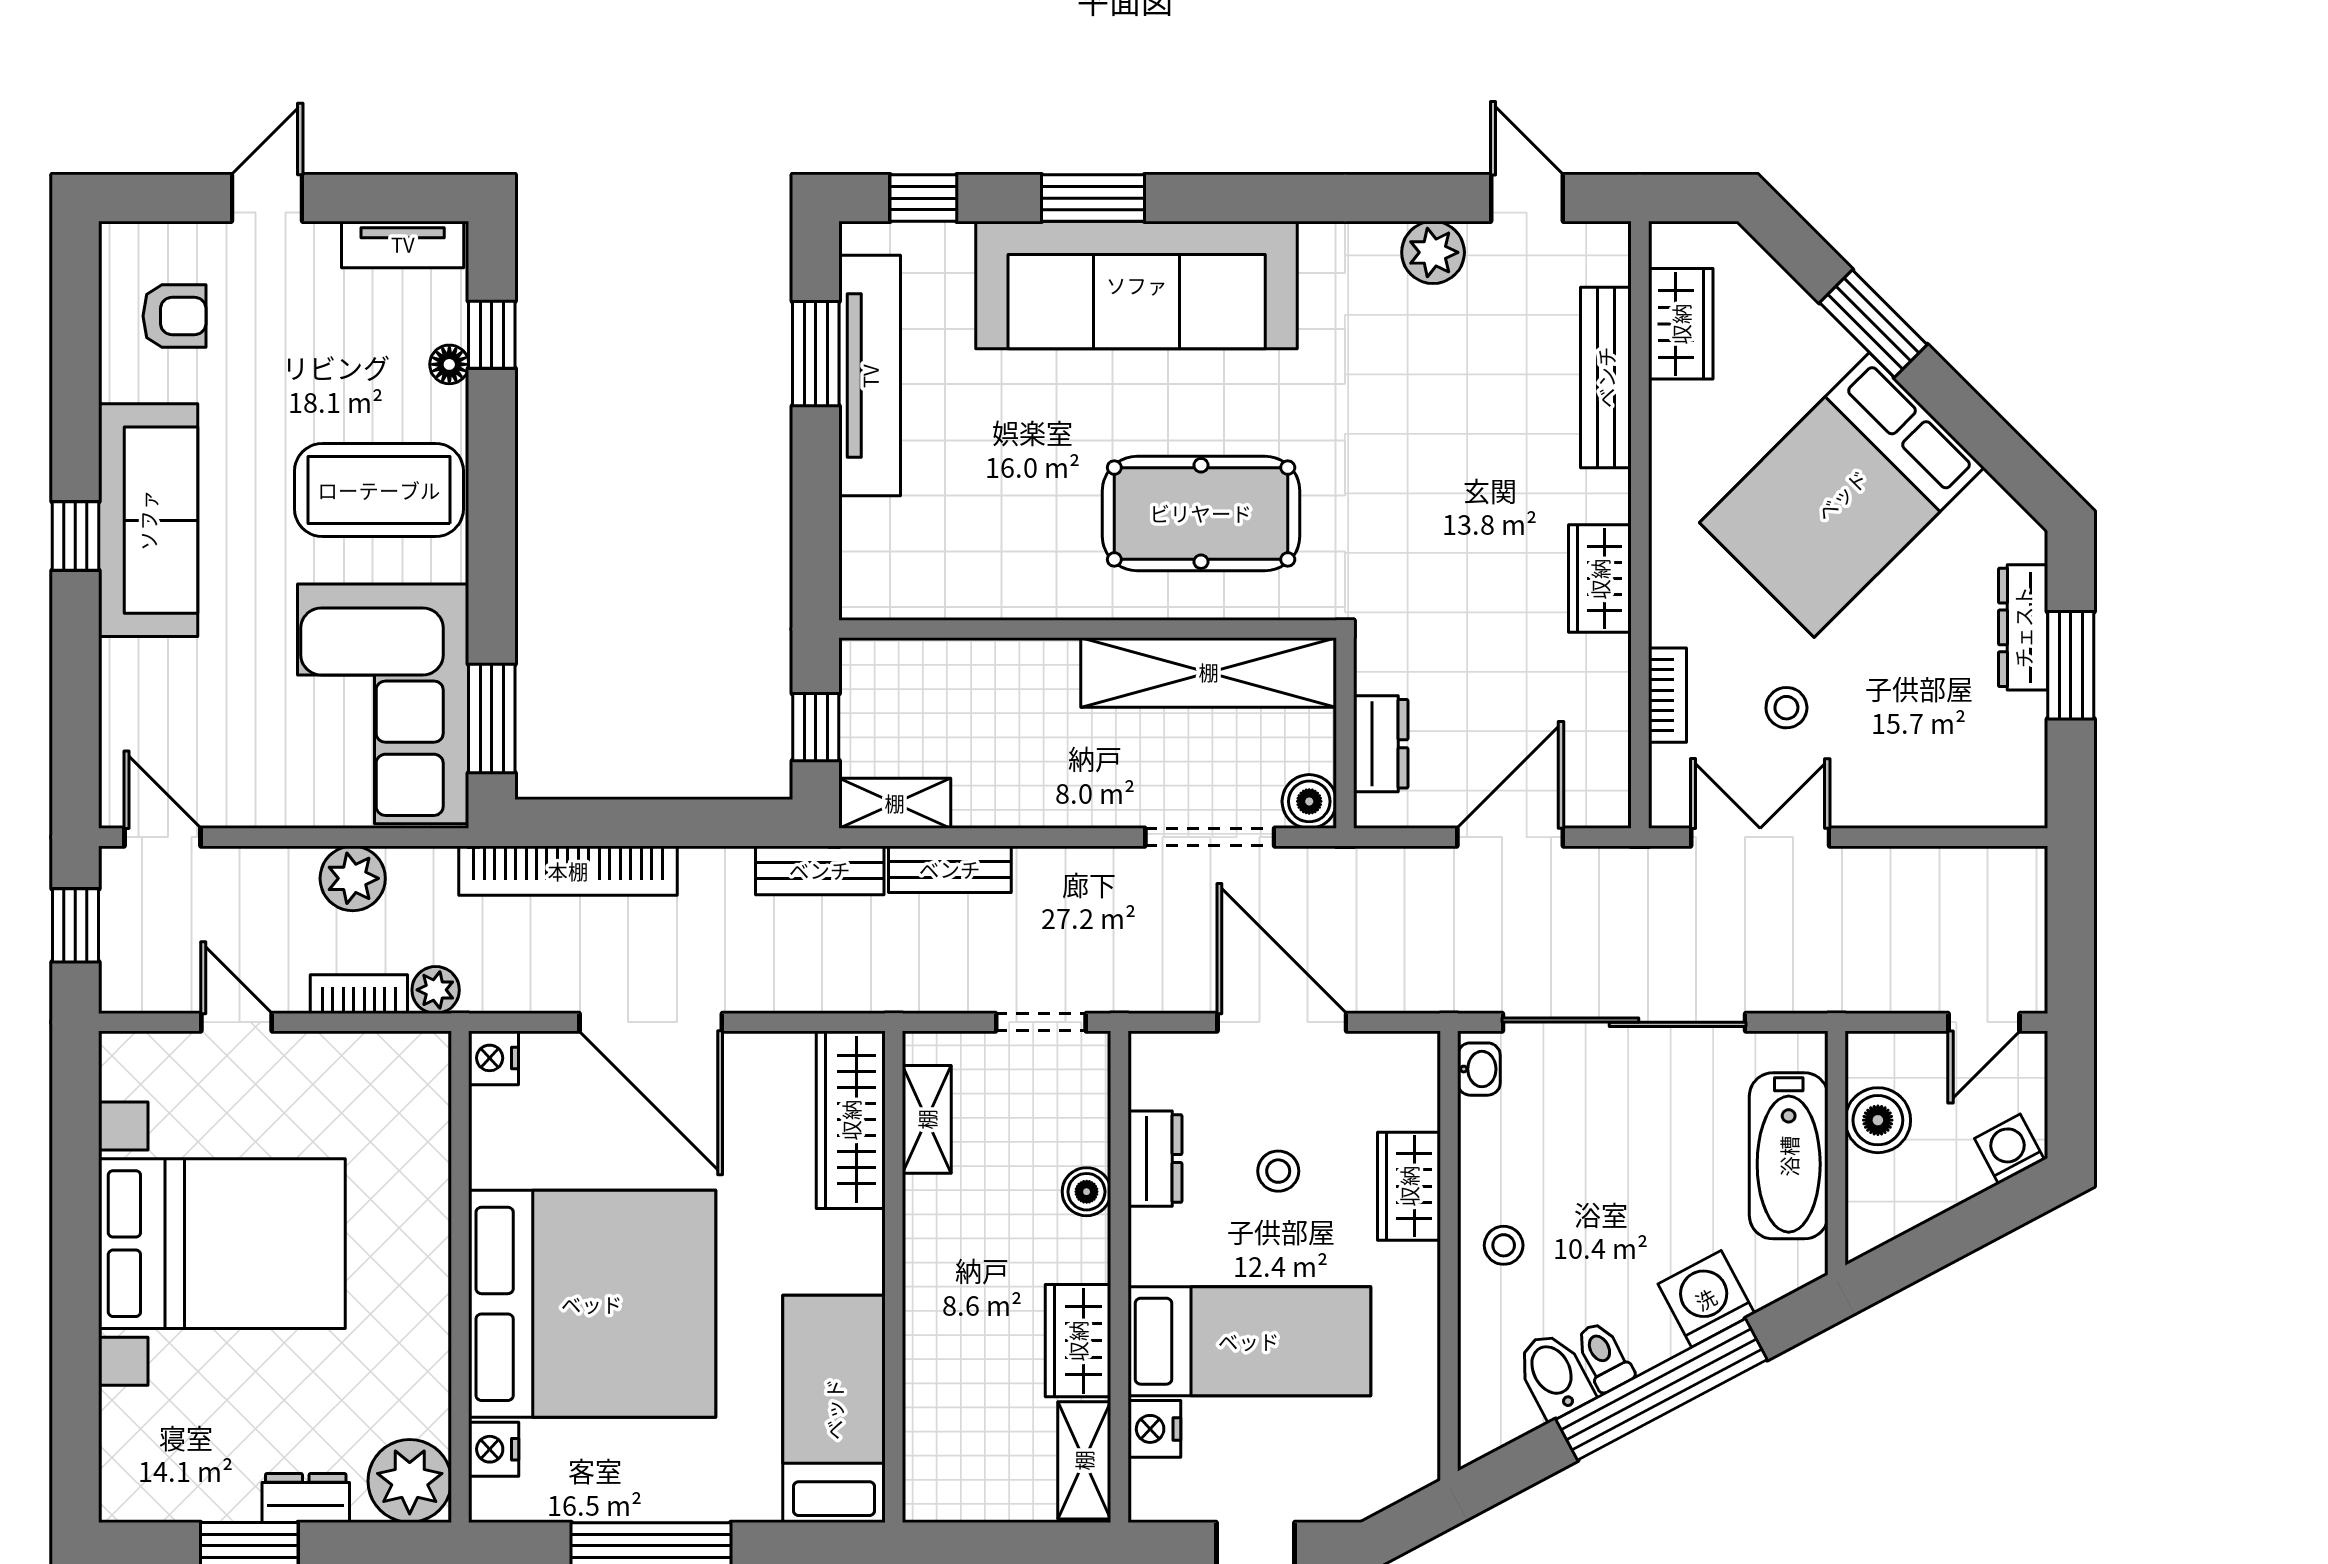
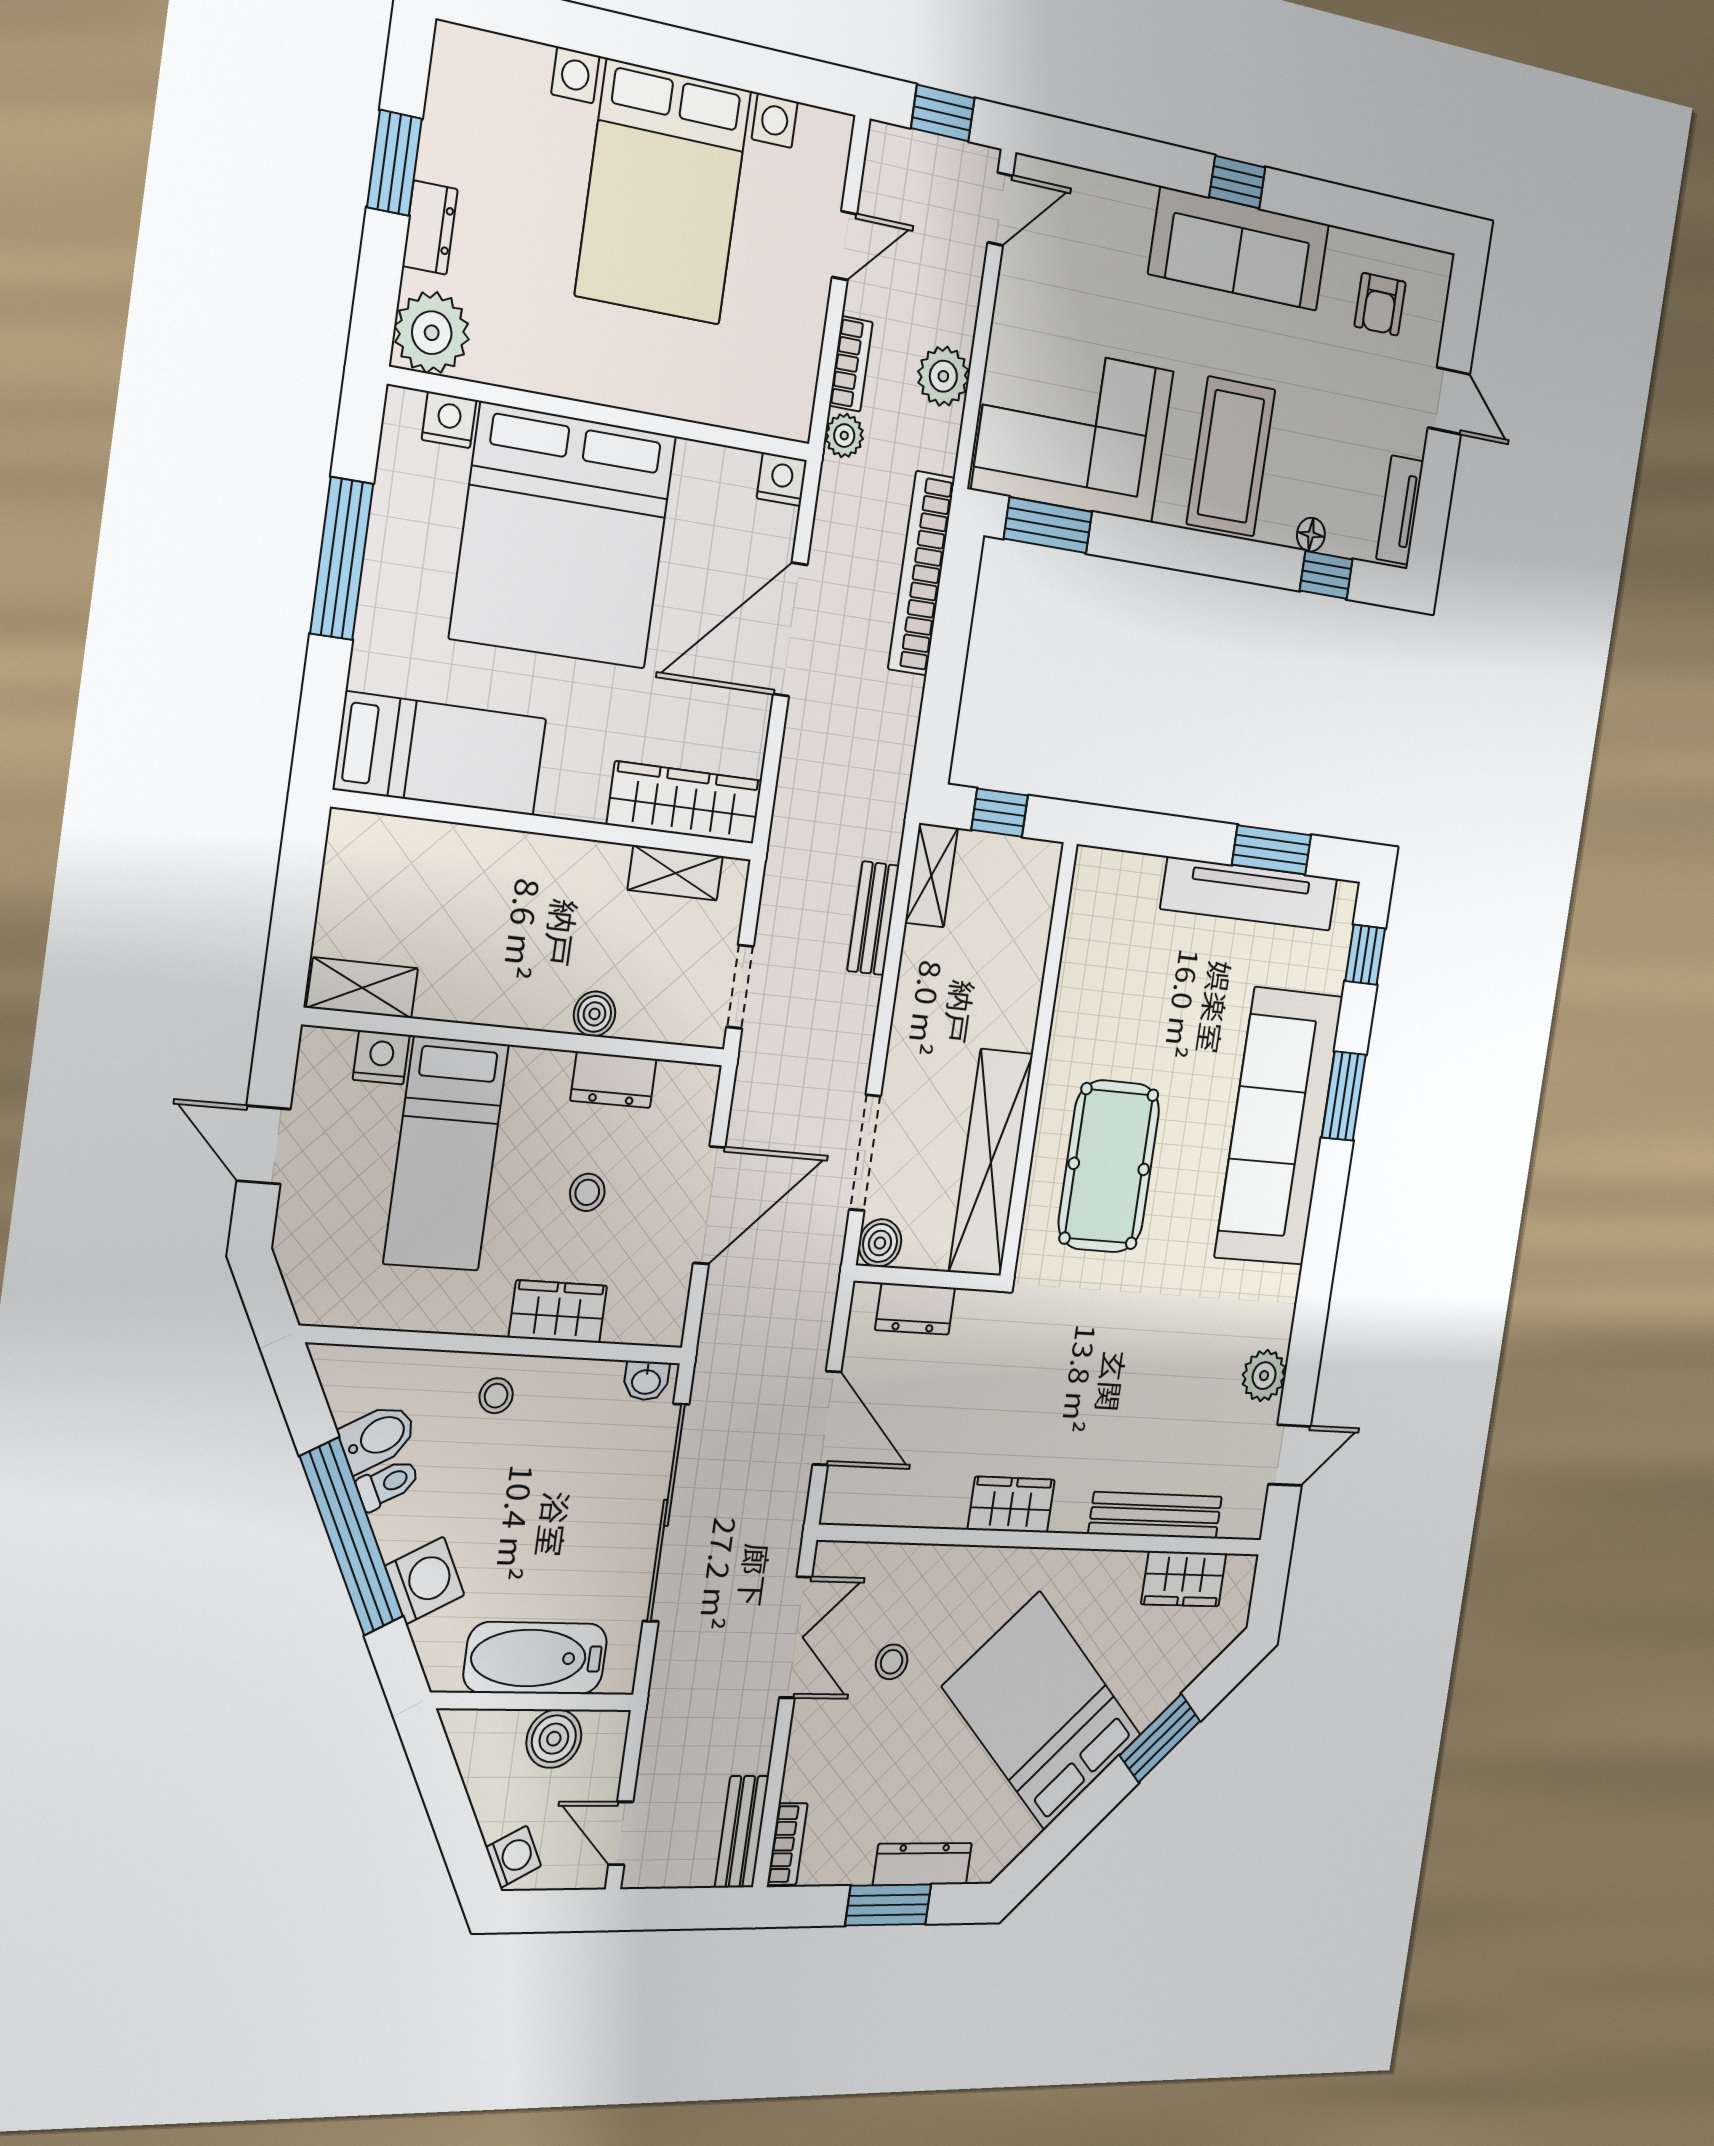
bookcase: (1667, 695) -> (787, 1844), moved, turned -90
bench: (820, 870) -> (742, 1832), moved
wardrobe: (1078, 1341) -> (469, 993), removed

